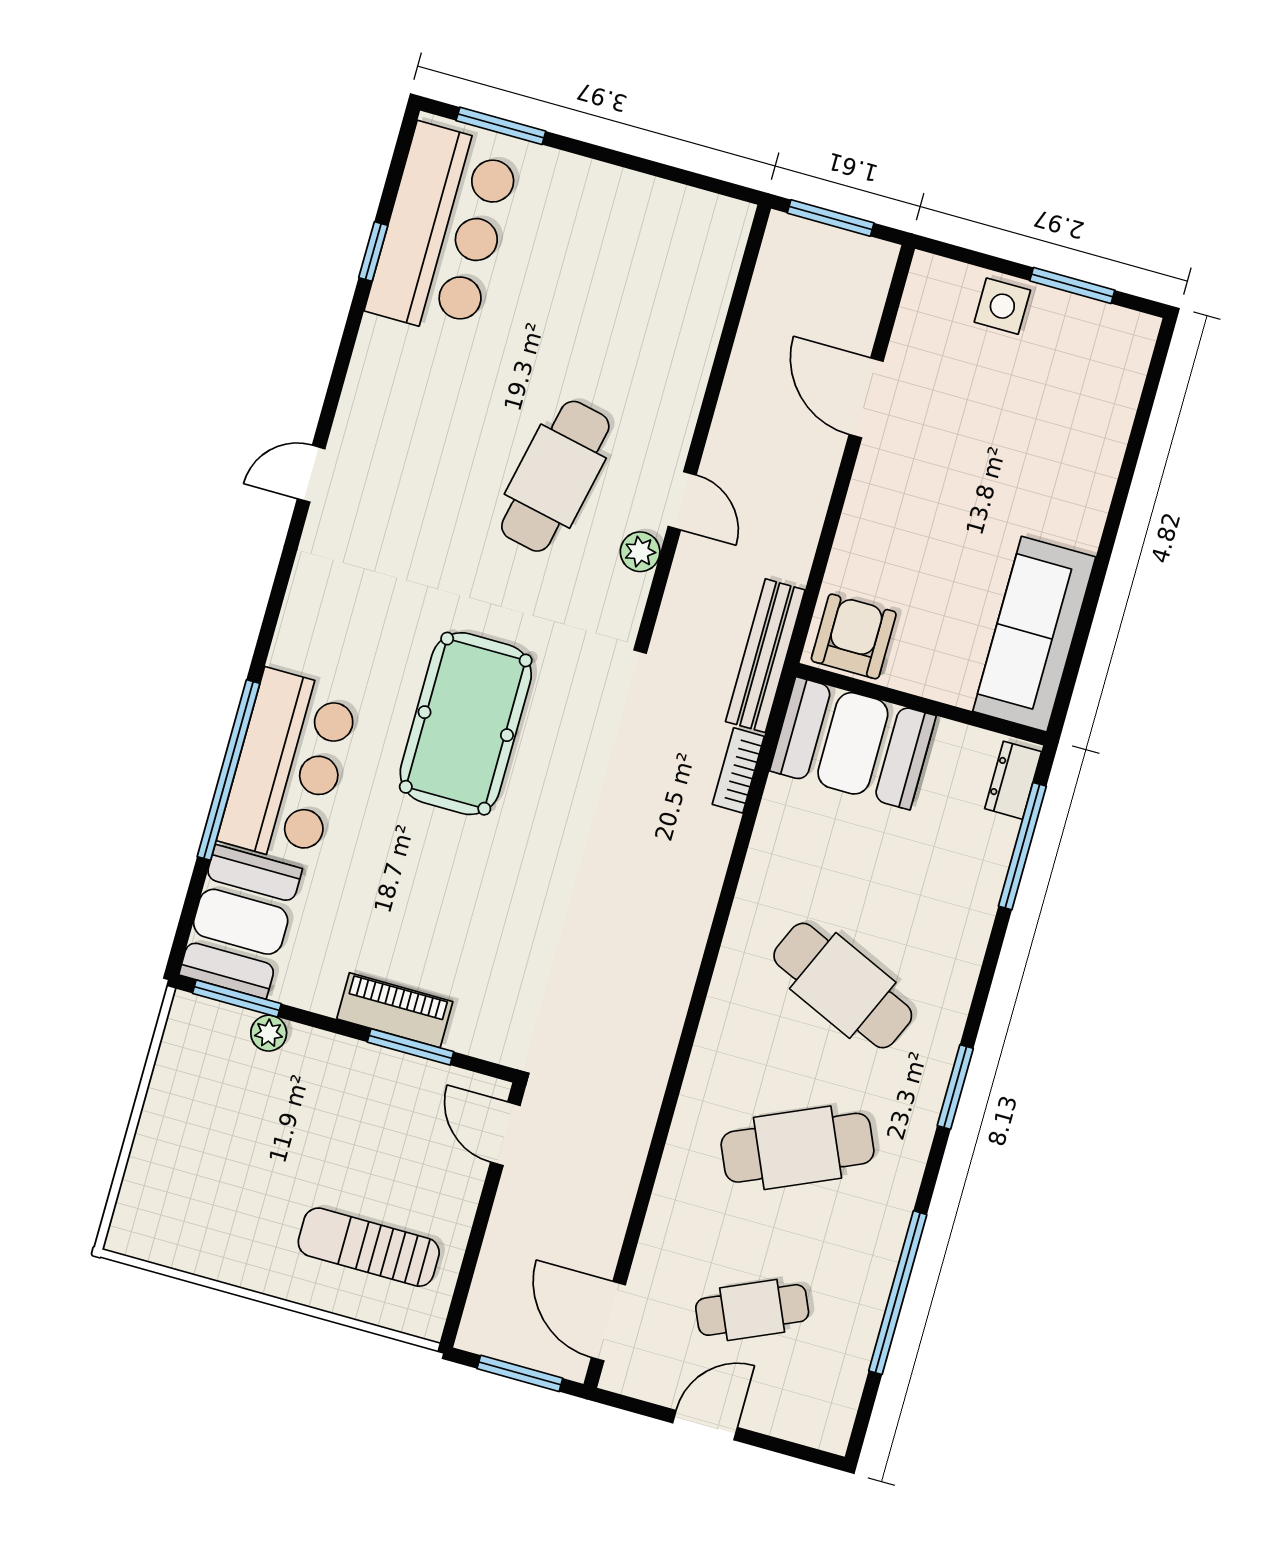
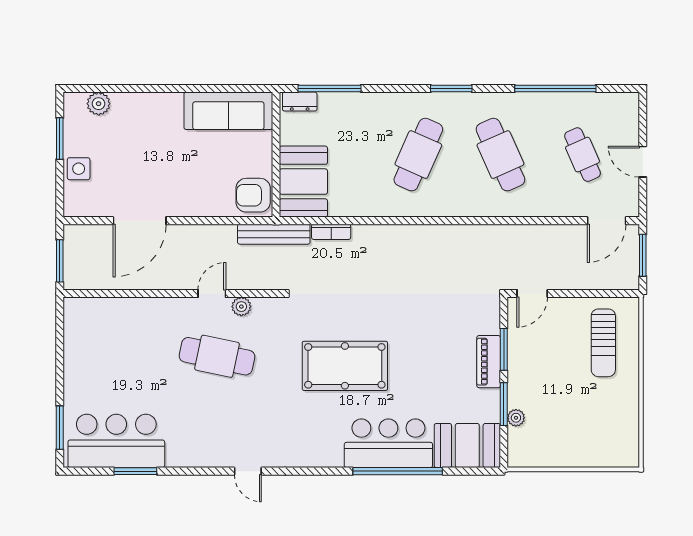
window: (373, 252) -> (135, 471), width x1.50
plant: (1120, 381) -> (99, 104), added
door: (866, 398) -> (140, 221), width x1.36
window: (237, 998) -> (504, 404), moved

